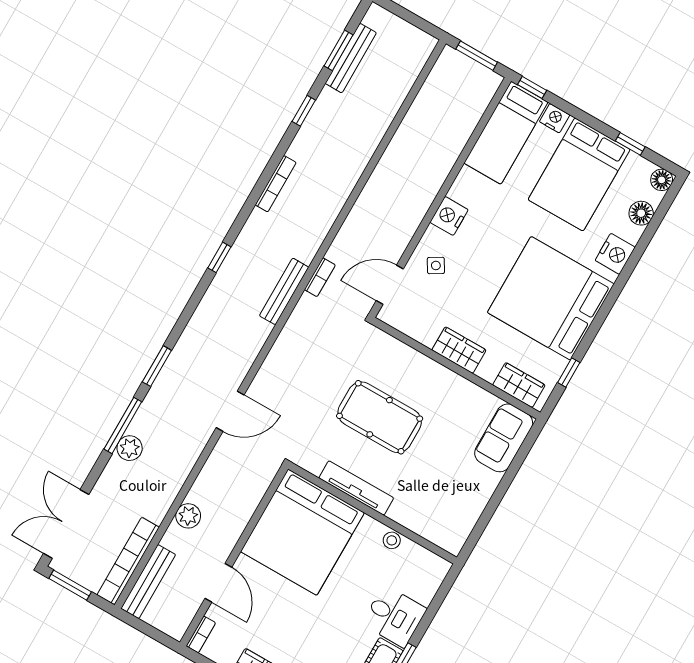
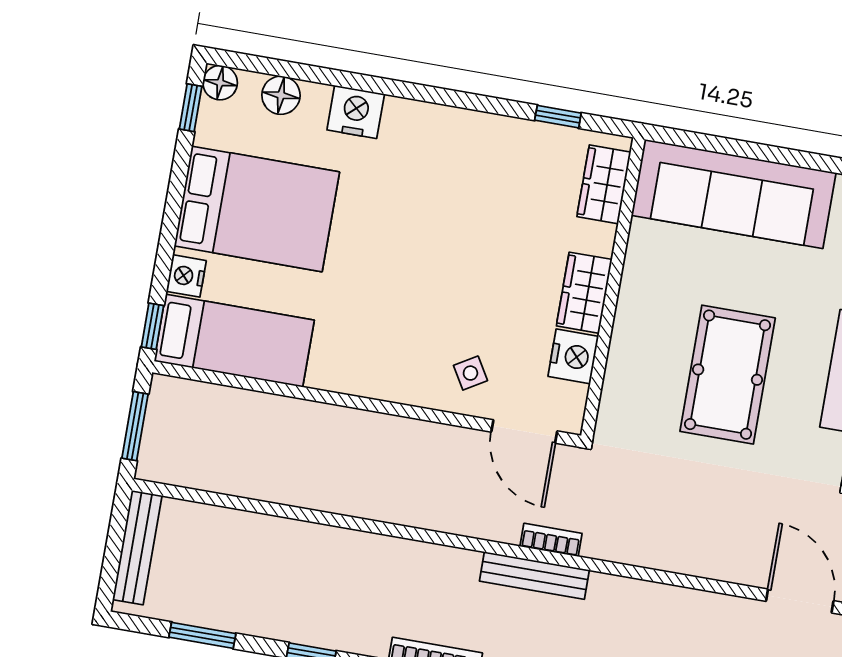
bench: (351, 58) -> (137, 547), moved, turned 90
window: (630, 144) -> (191, 108), moved
nightstand: (449, 216) -> (573, 356), moved, turned -90
bench: (284, 291) -> (534, 576), moved
bed: (551, 298) -> (457, 184), removed
sofa: (504, 438) -> (734, 194), width x1.85, depth x1.27

